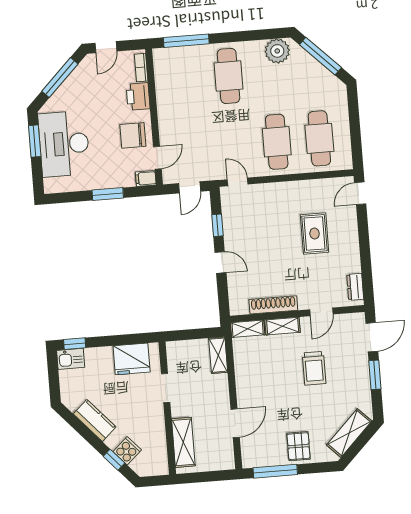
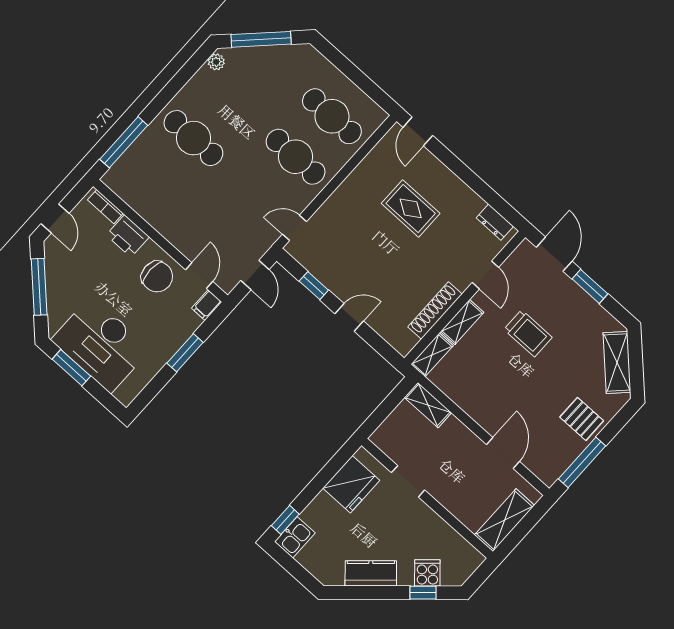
plant: (277, 51) -> (216, 62), width x0.53, depth x0.53
chair: (133, 135) -> (157, 277), turned -90
shelving: (183, 442) -> (504, 520), moved, turned 90

